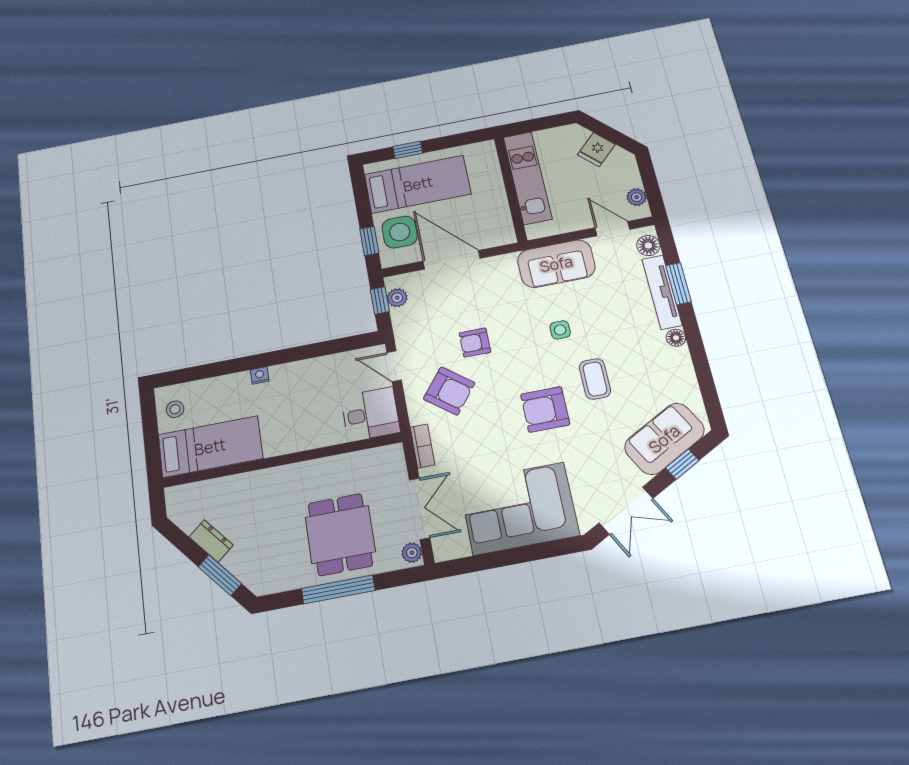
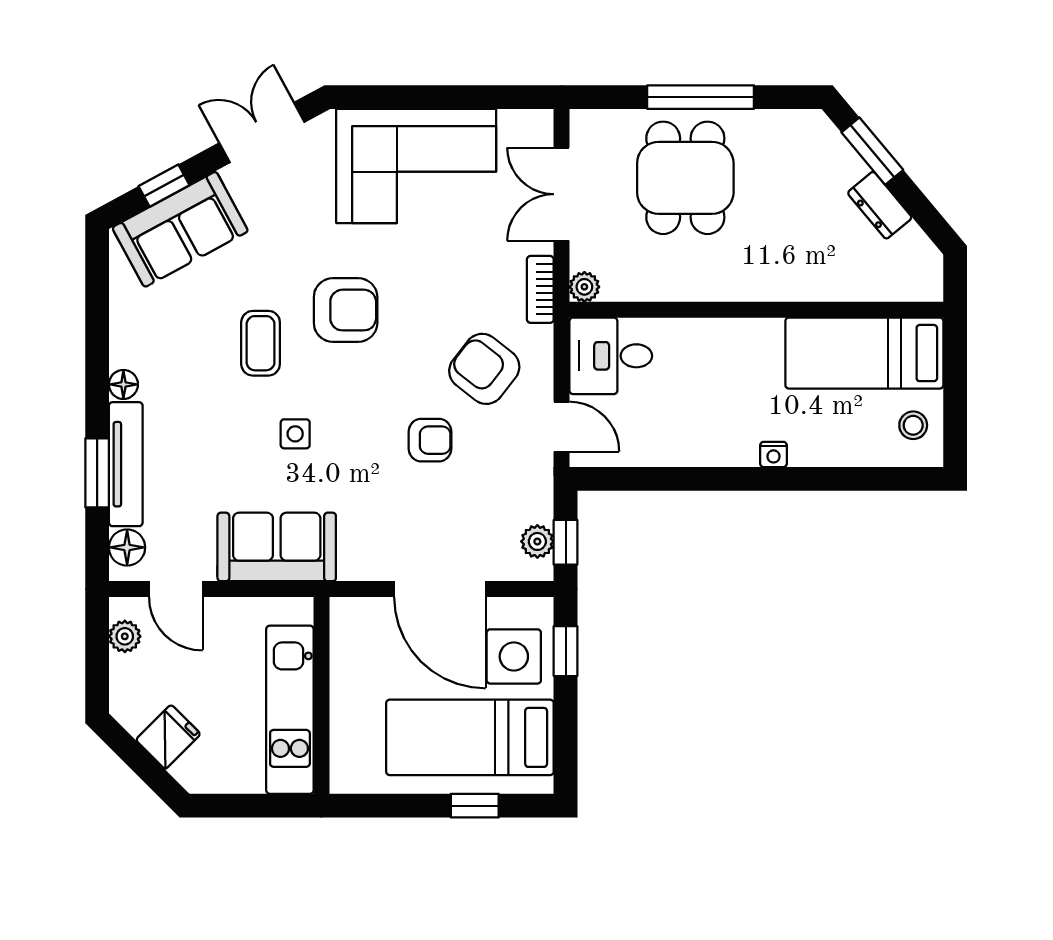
plant: (412, 553) -> (584, 287), moved

